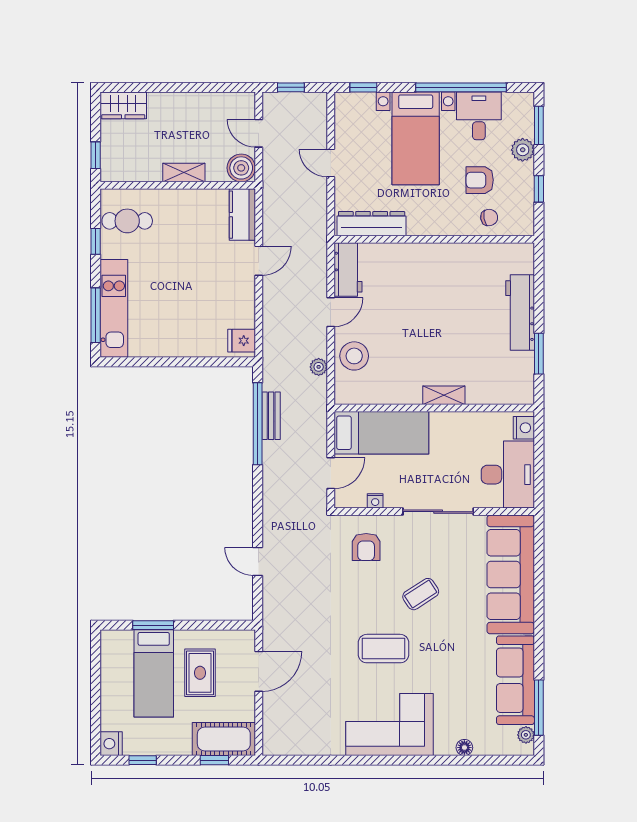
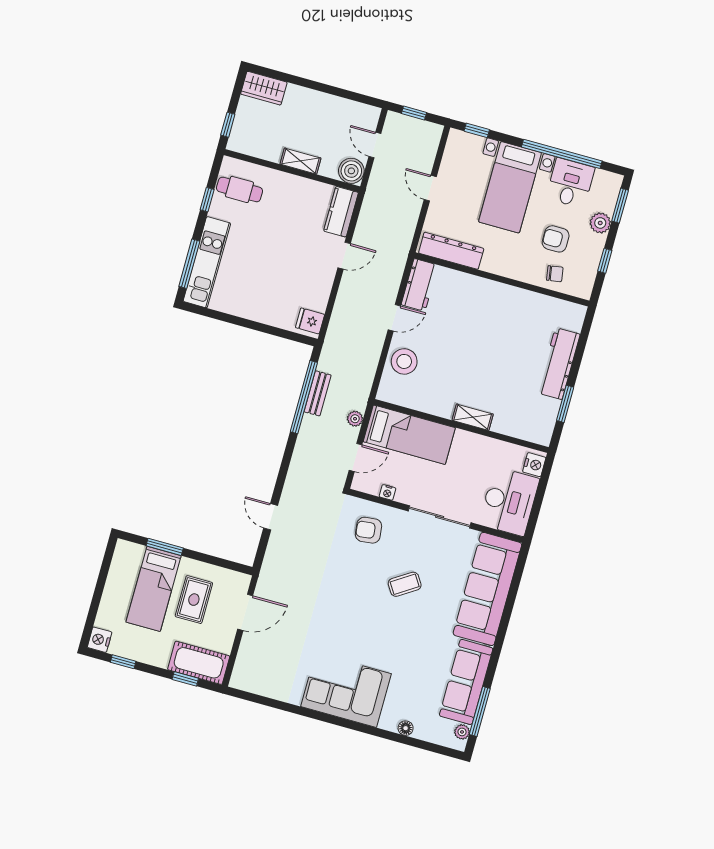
plant: (319, 367) -> (355, 419), moved
armchair: (366, 547) -> (369, 530), turned 84
coffee table: (383, 649) -> (359, 623), removed

